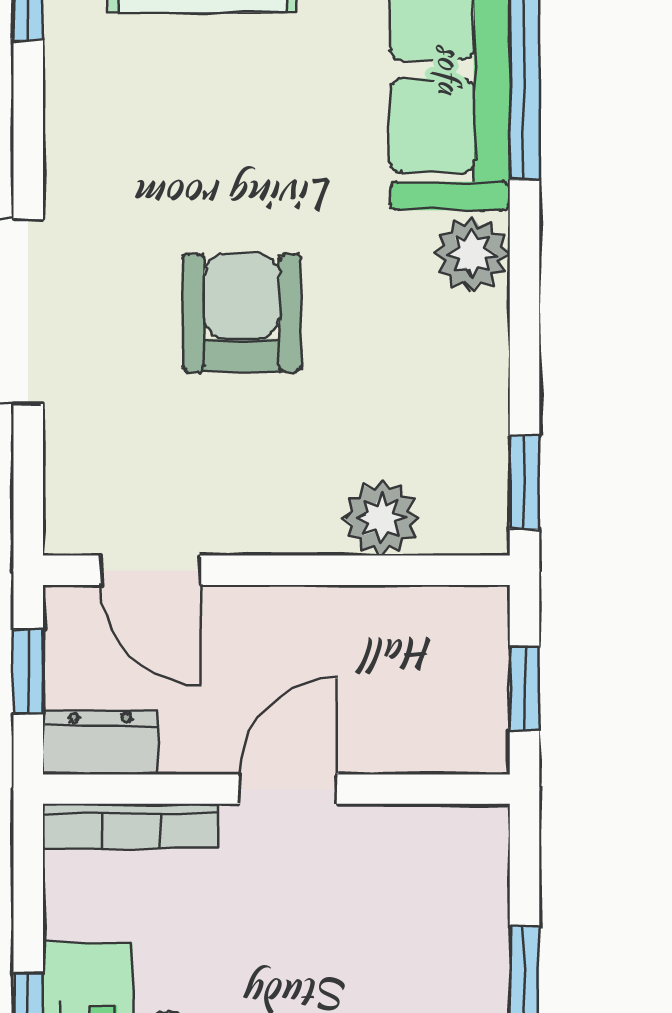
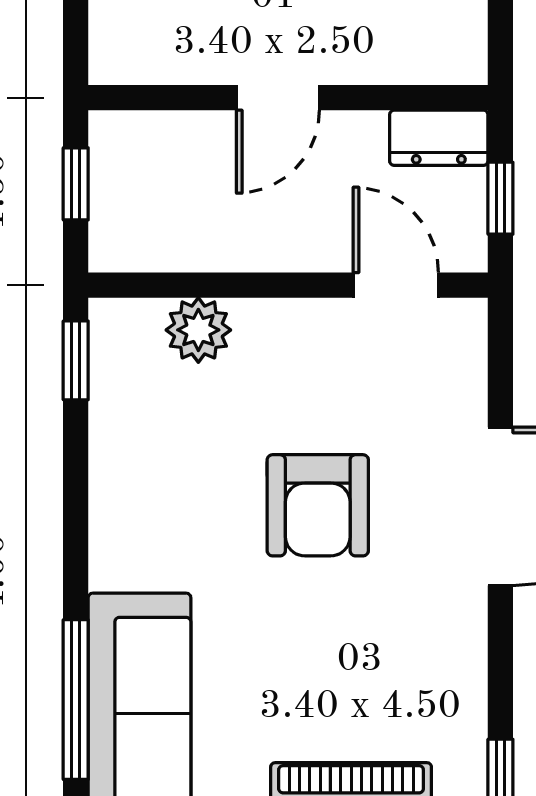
plant: (472, 254) -> (121, 556), removed
bookcase: (131, 826) -> (412, 66), removed

